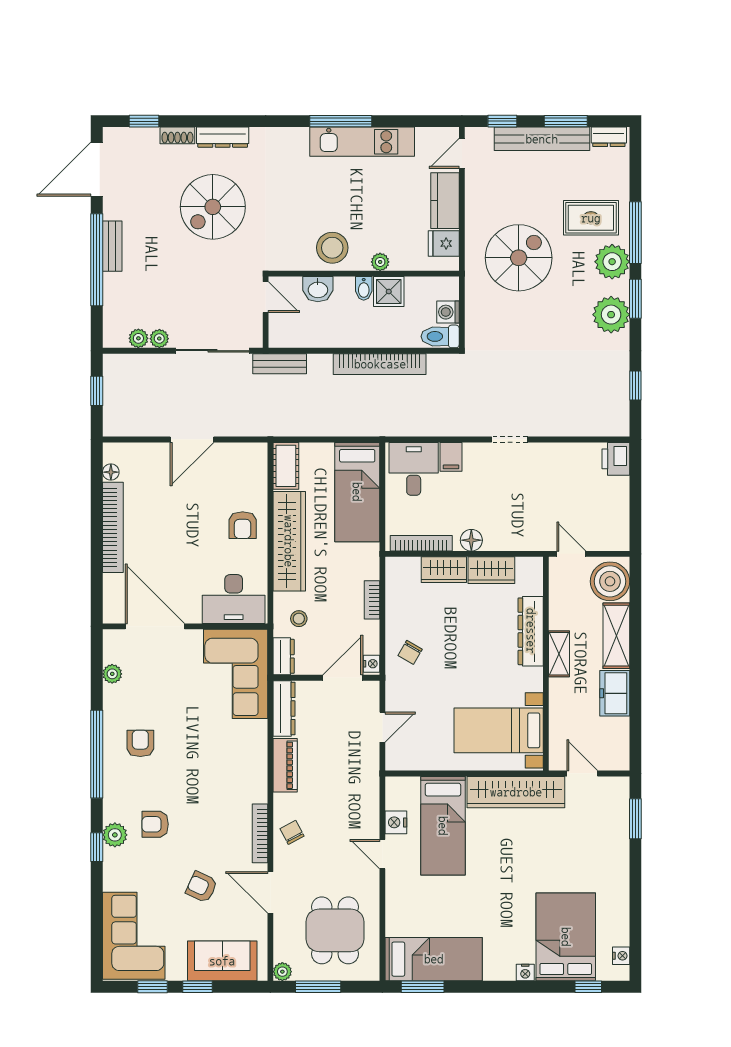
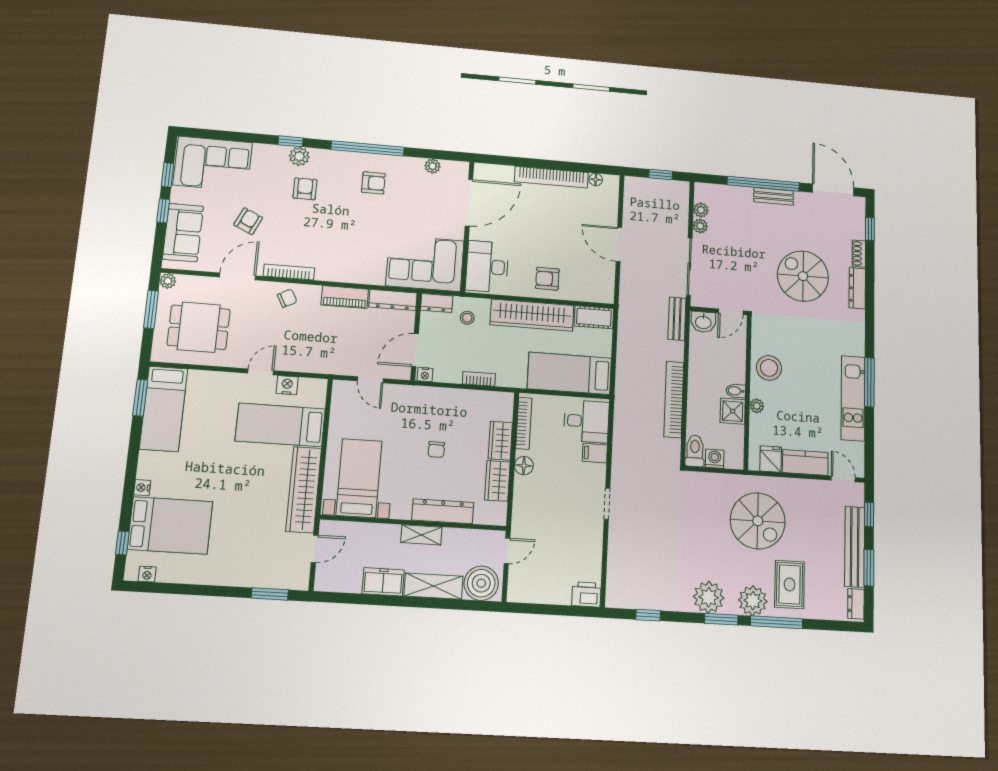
washbasin: (318, 289) -> (703, 322), moved, turned -90
chair: (410, 652) -> (436, 449), moved, turned -120
door: (343, 678) -> (415, 350), swing flipped

